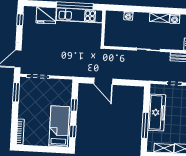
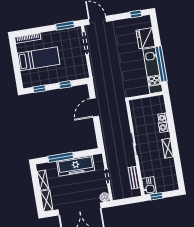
washing machine: (175, 19) -> (164, 127), moved
bed: (59, 126) -> (39, 59), moved

